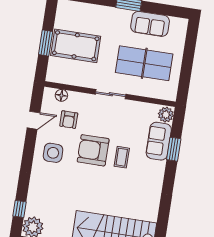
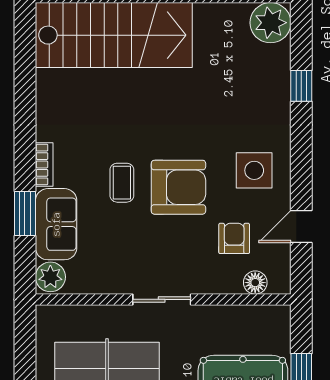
bookcase: (160, 173) -> (44, 164), added
window: (20, 209) -> (301, 86), moved

